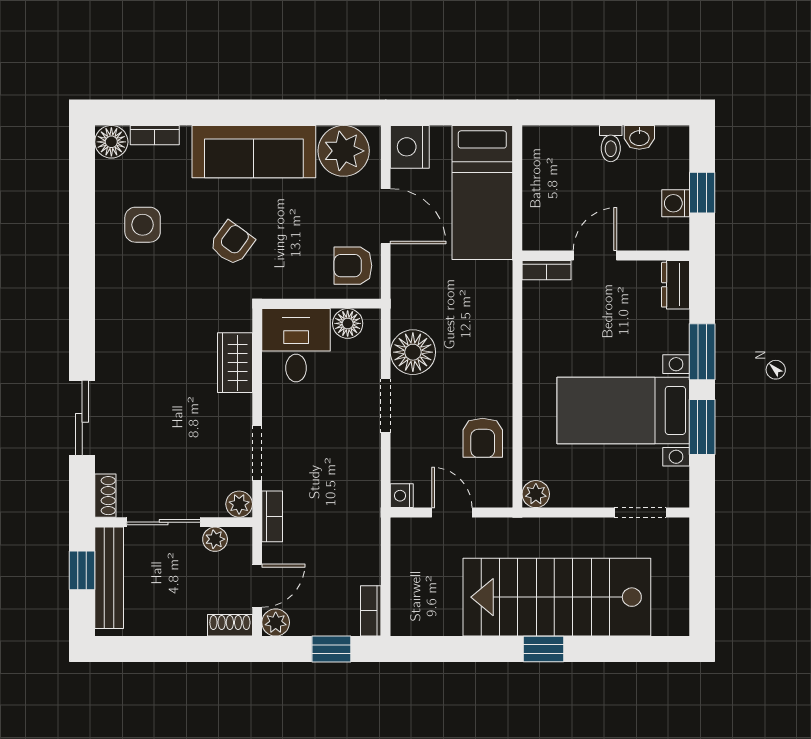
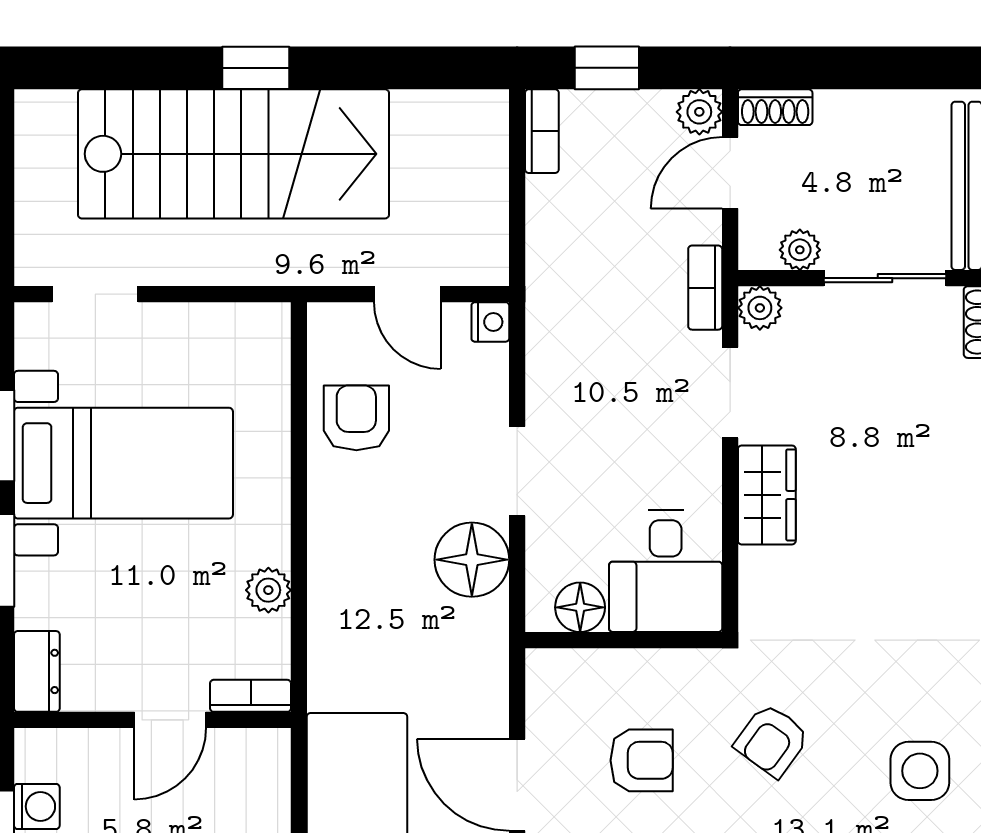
armchair: (353, 266) -> (642, 760), moved
wardrobe: (235, 363) -> (767, 495), moved
plant: (536, 494) -> (268, 590), moved

